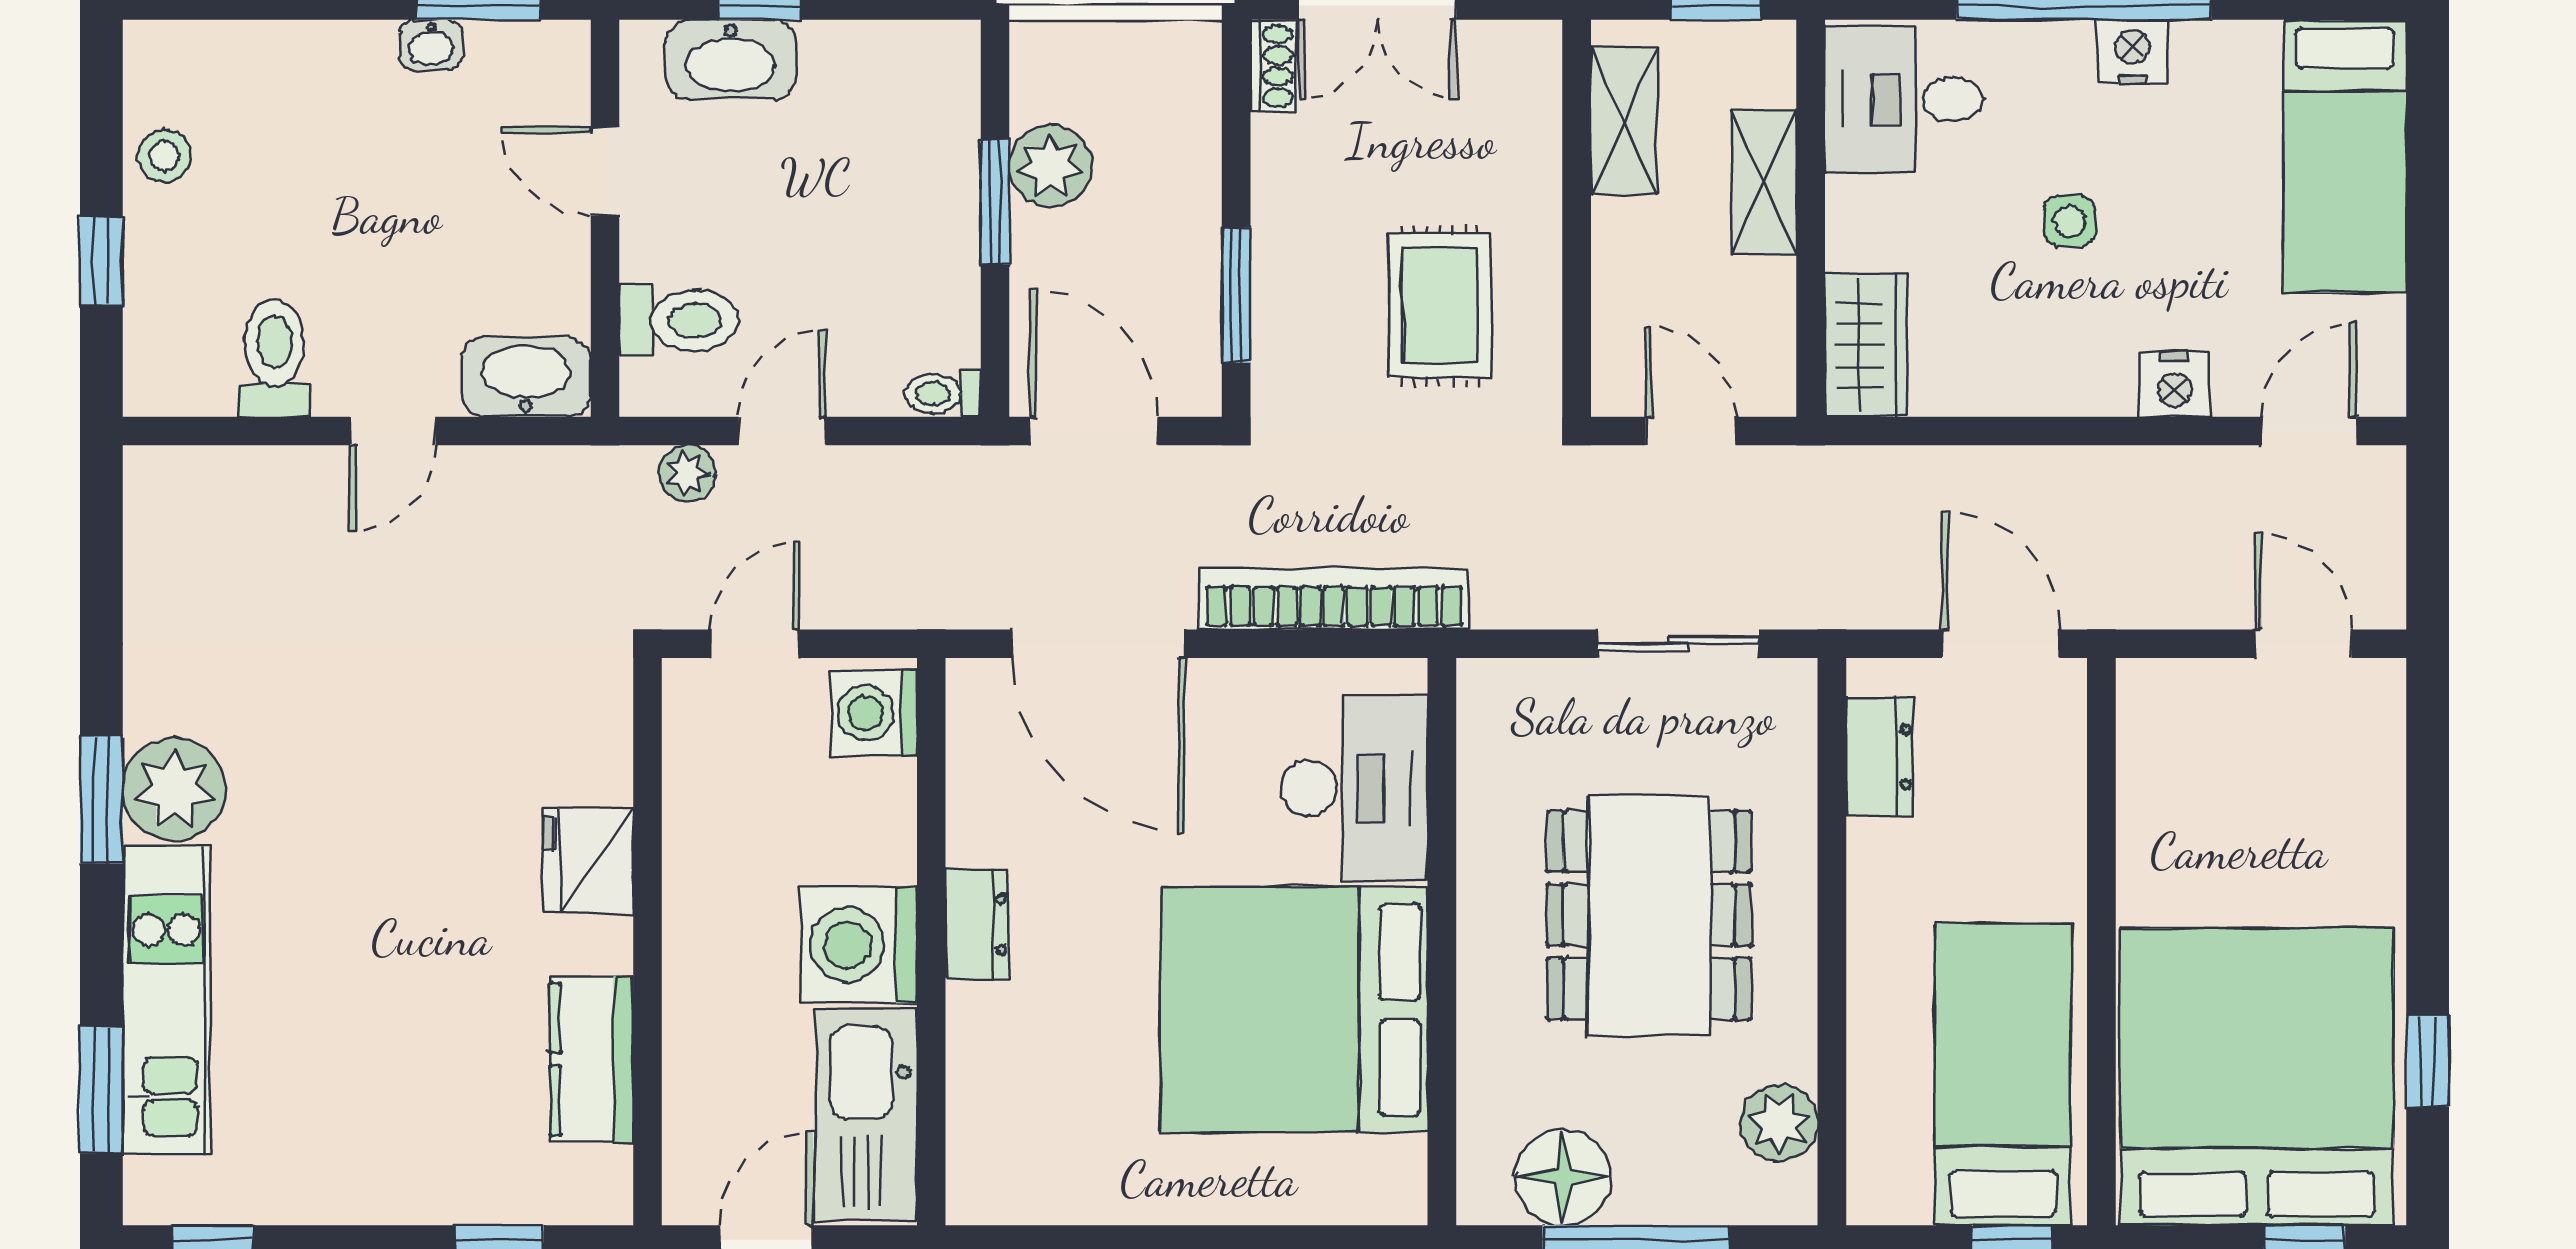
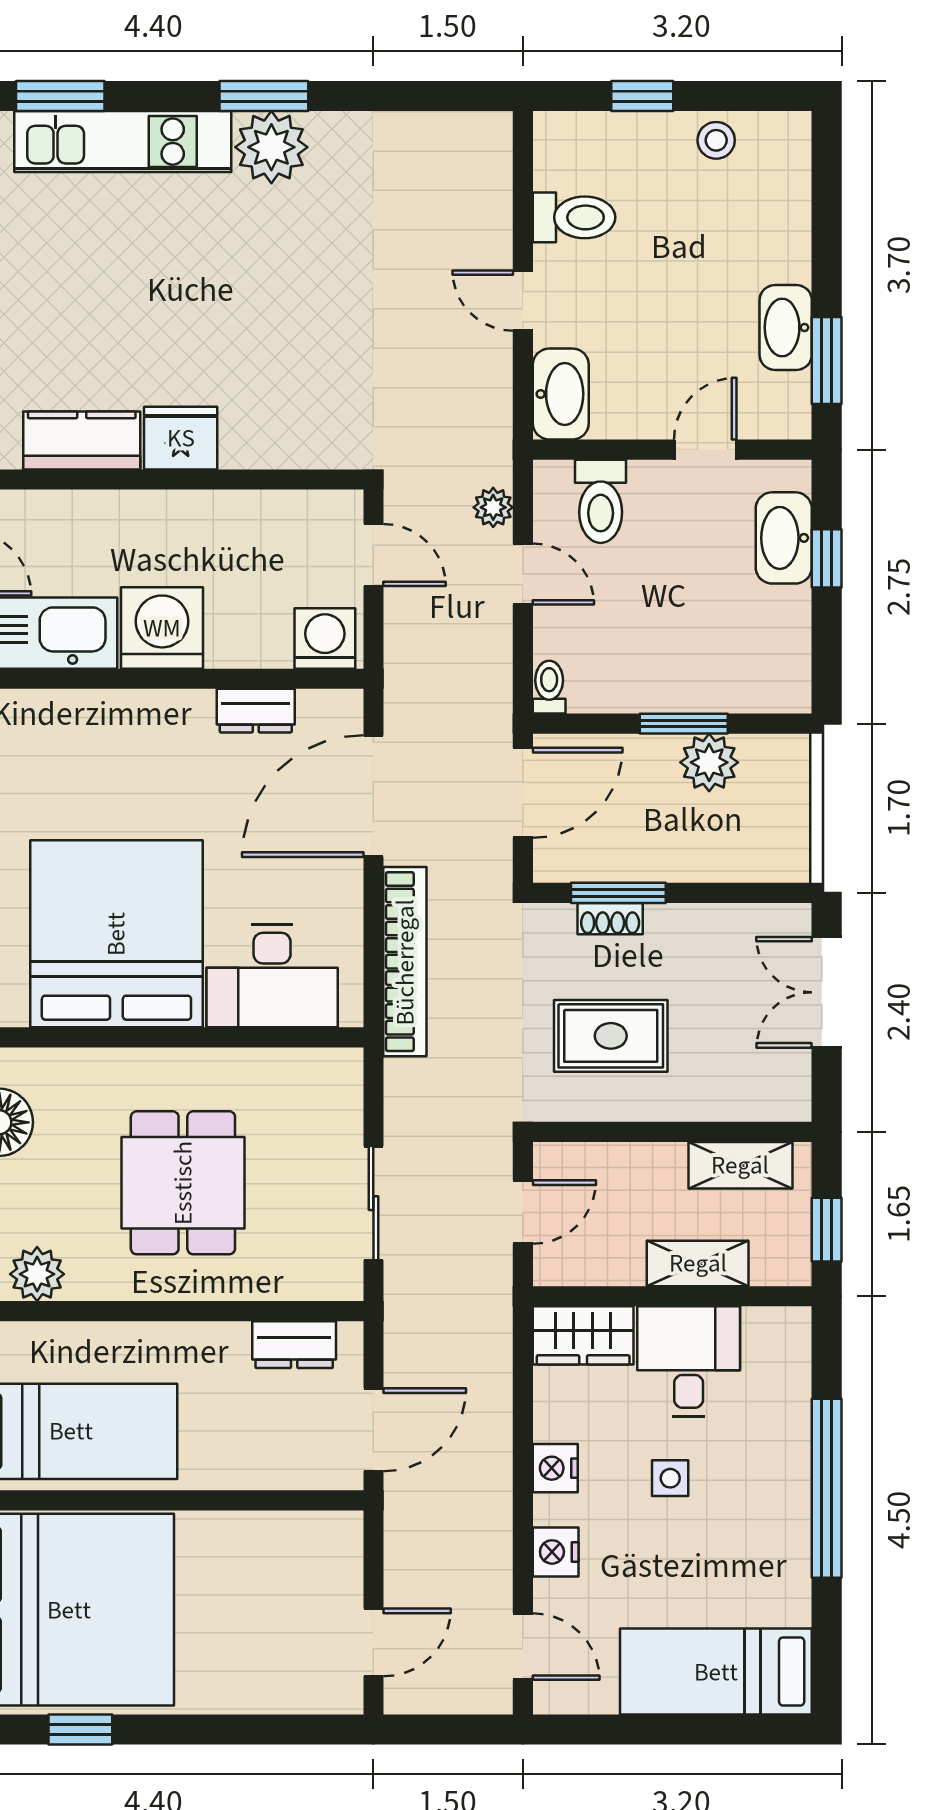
washbasin: (431, 45) -> (786, 328), width x1.91, depth x1.45
nightstand: (2132, 52) -> (555, 1468), moved, turned 180
shoe rack: (1273, 66) -> (610, 919), moved
desk: (1904, 99) -> (689, 1362), moved
fridge: (589, 861) -> (181, 438), moved
dining table: (1649, 915) -> (183, 1183), width x0.73
dresser: (977, 924) -> (256, 711), moved

